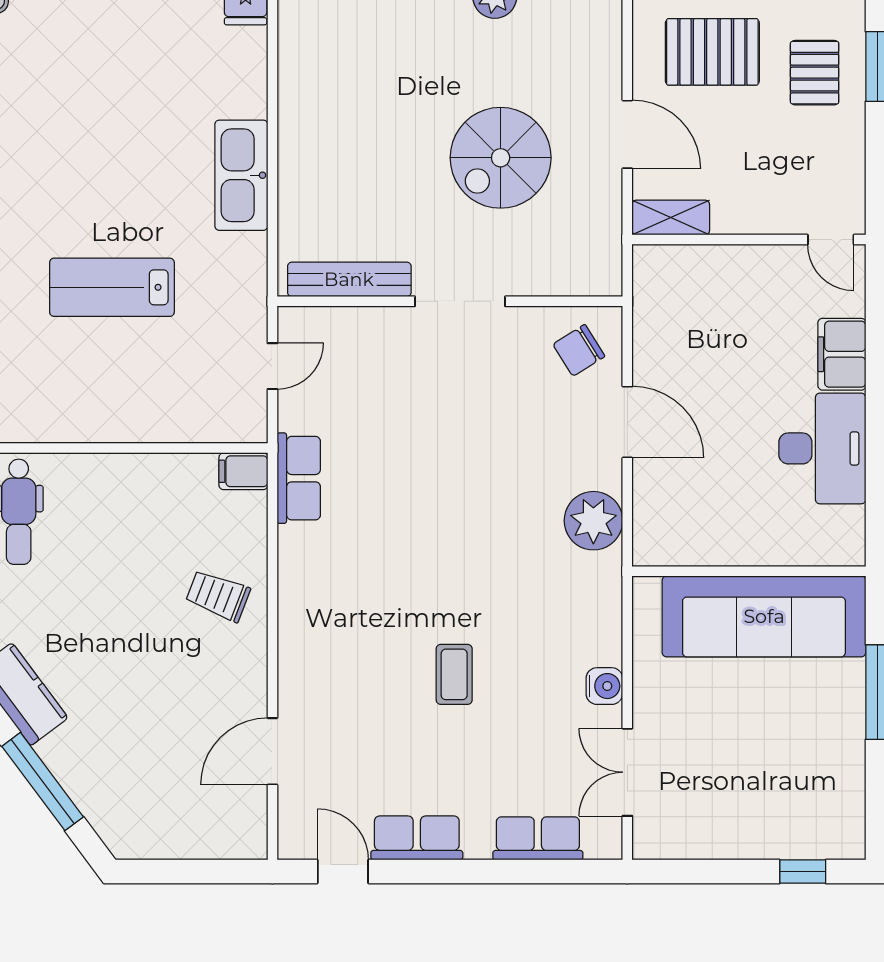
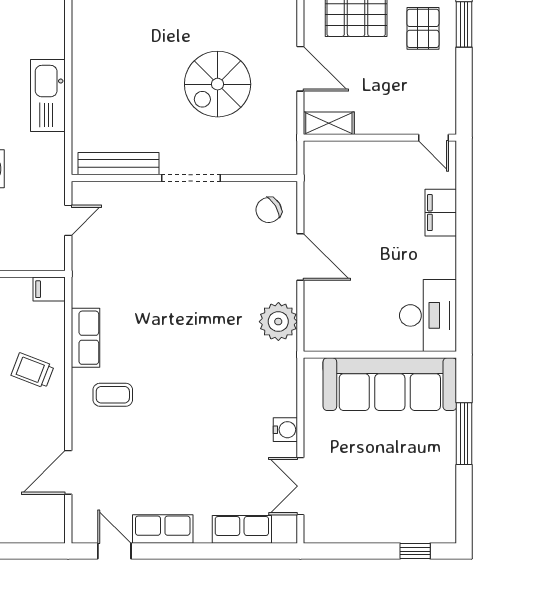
desk: (822, 448) -> (428, 315), moved
row of seats: (299, 478) -> (85, 338), moved
coffee table: (454, 674) -> (113, 395), moved, turned 90

